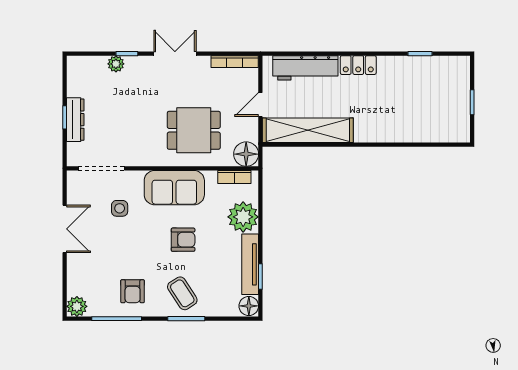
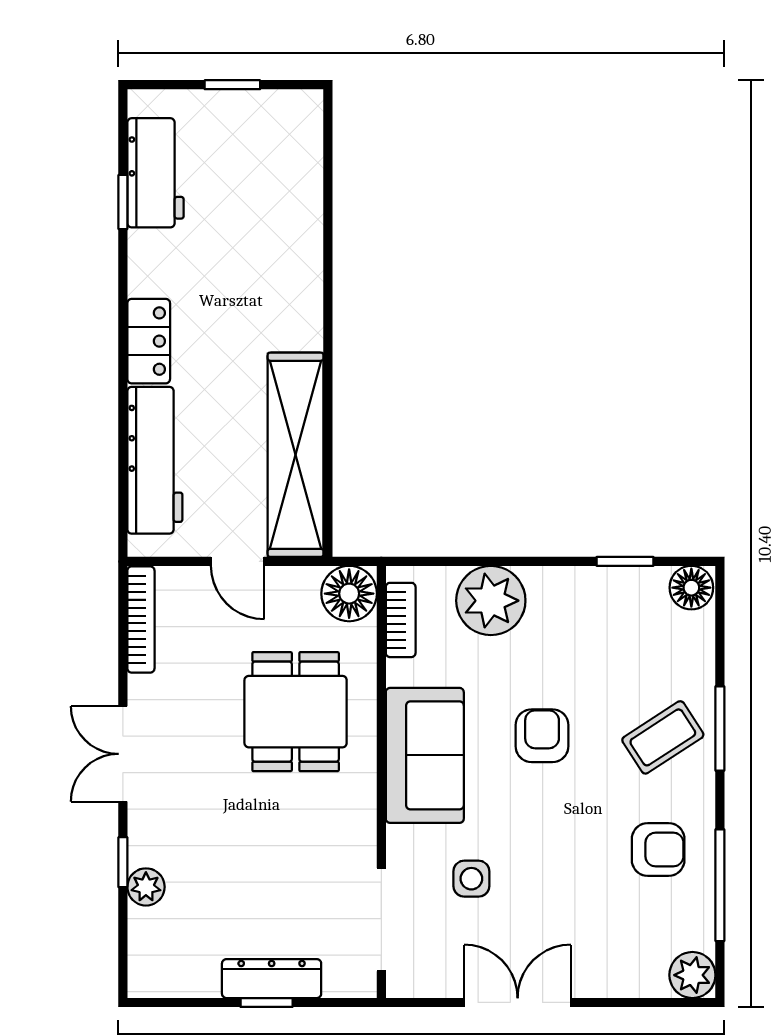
workbench: (433, 68) -> (156, 173), added
tv unit: (250, 264) -> (598, 584), removed

